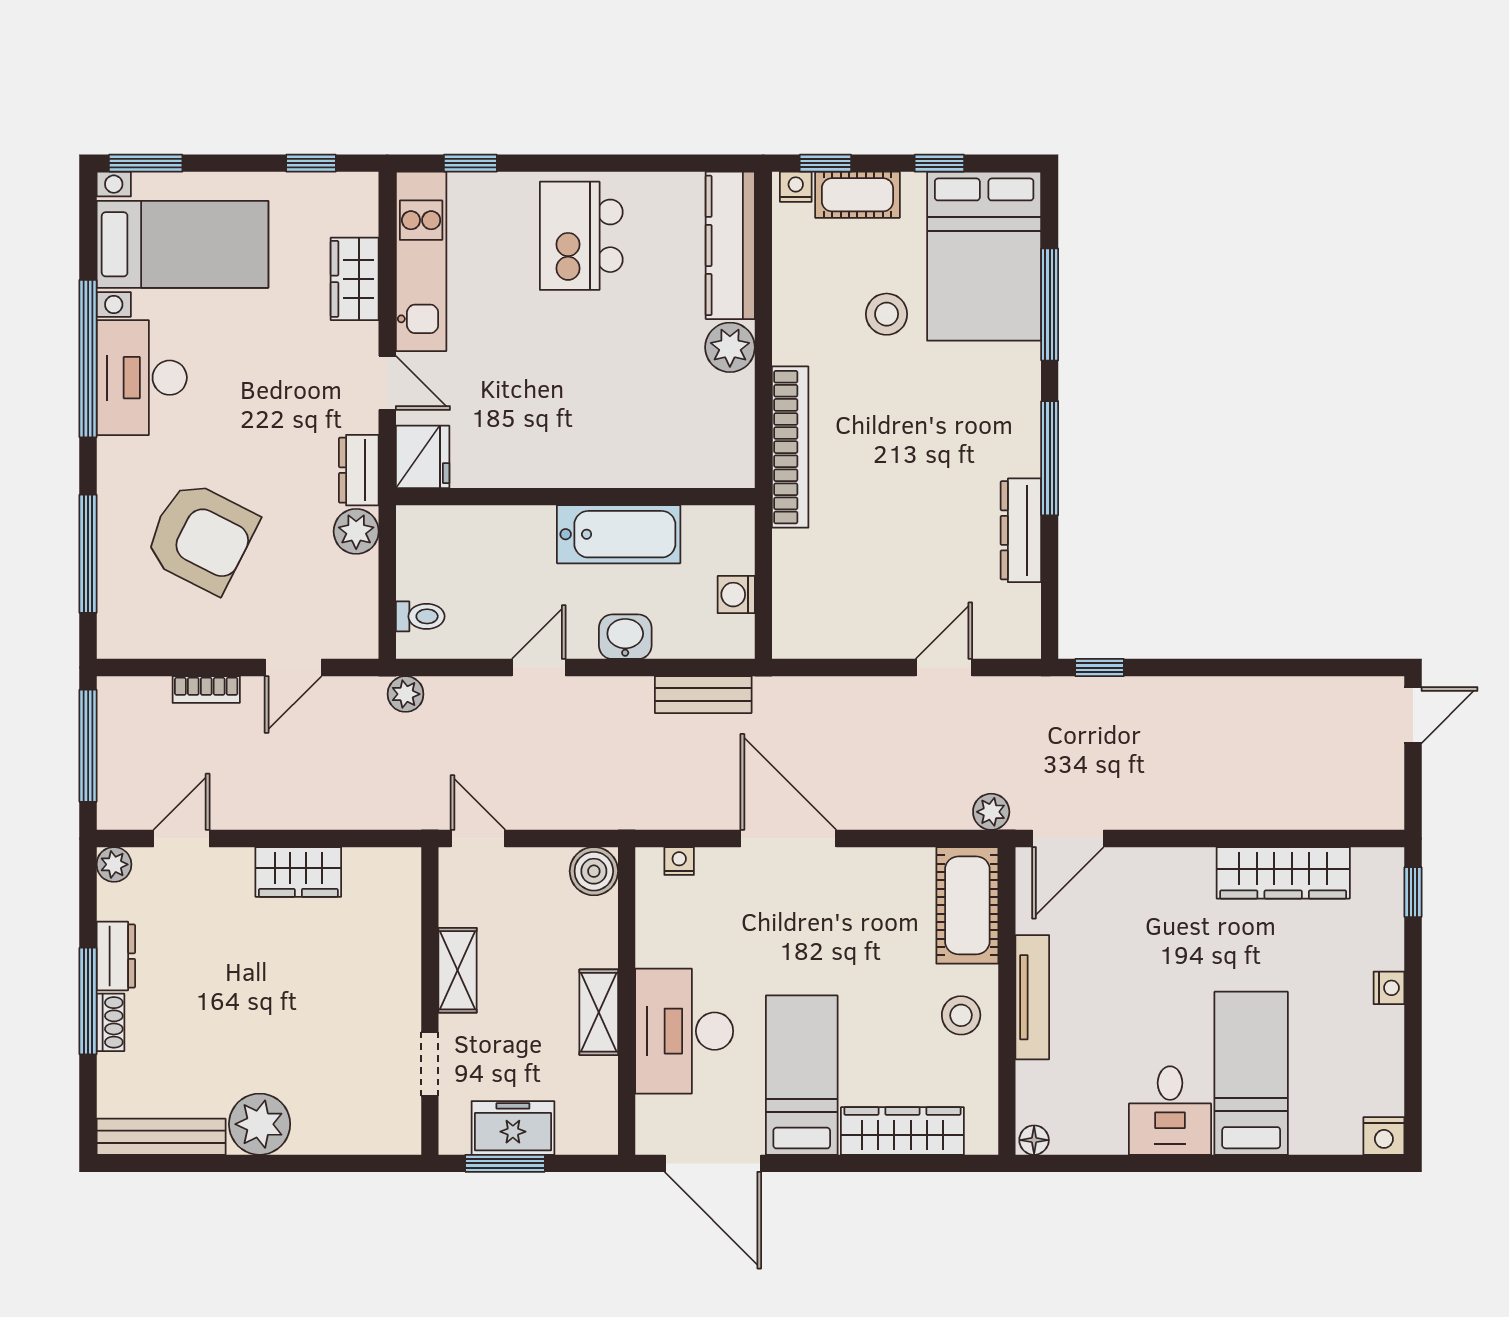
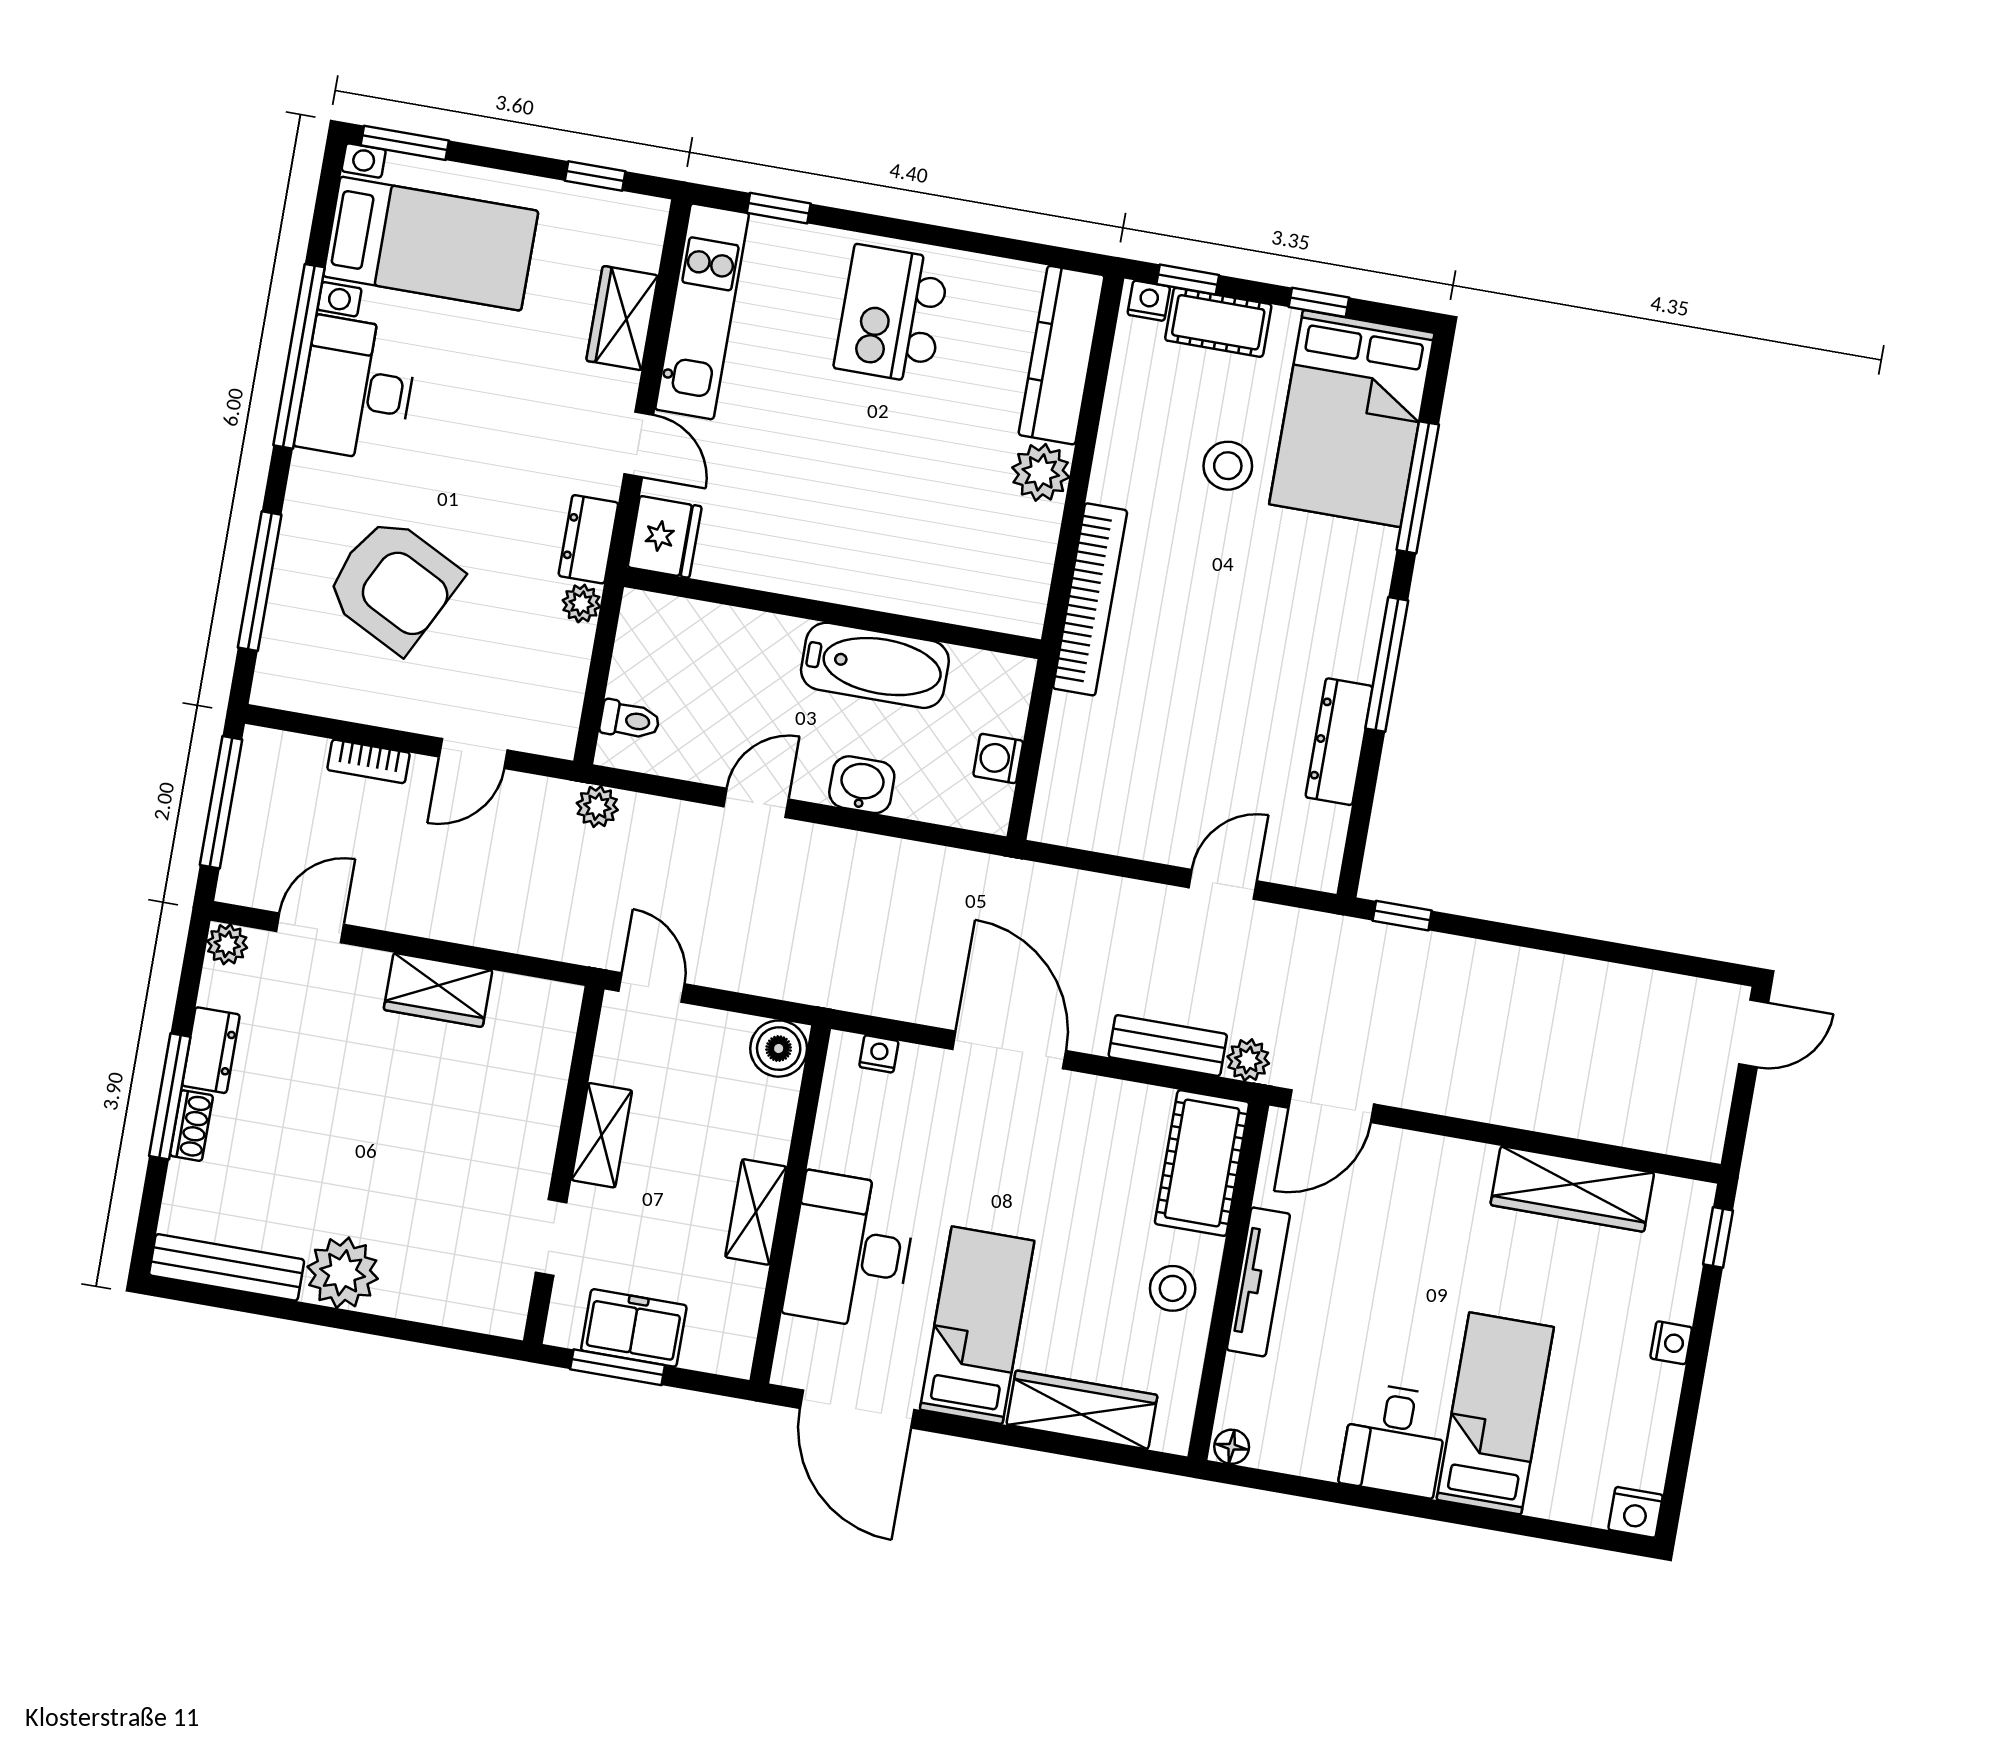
plant: (356, 531) -> (581, 603), width x0.73, depth x0.73
bench: (703, 695) -> (1168, 1046), moved

